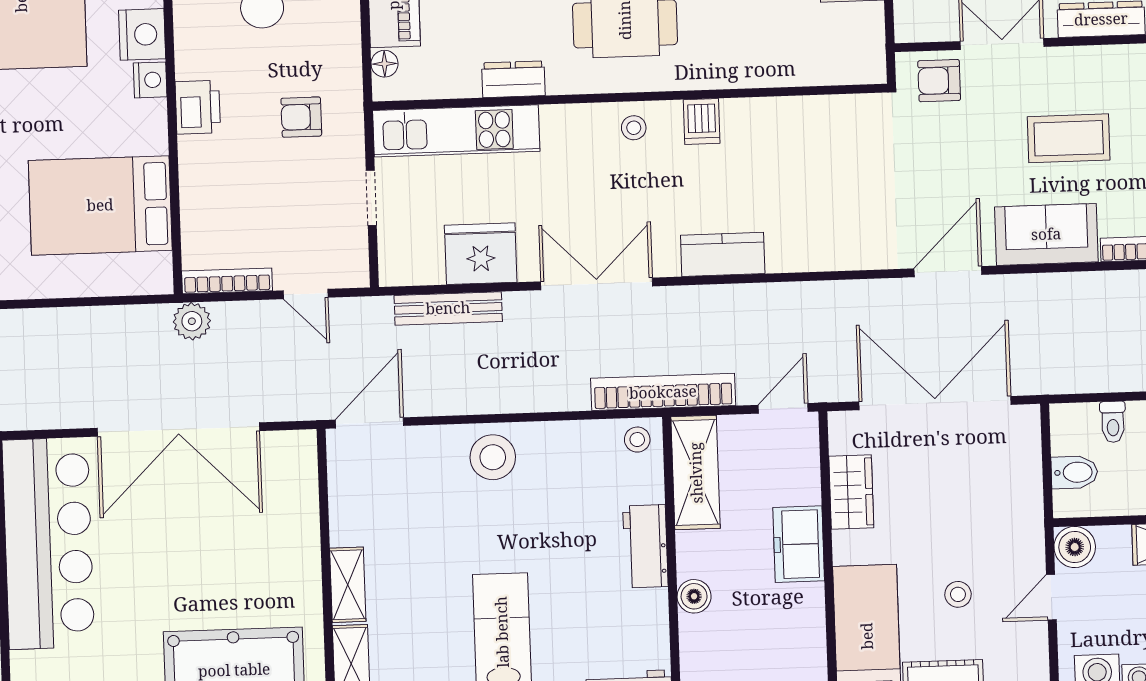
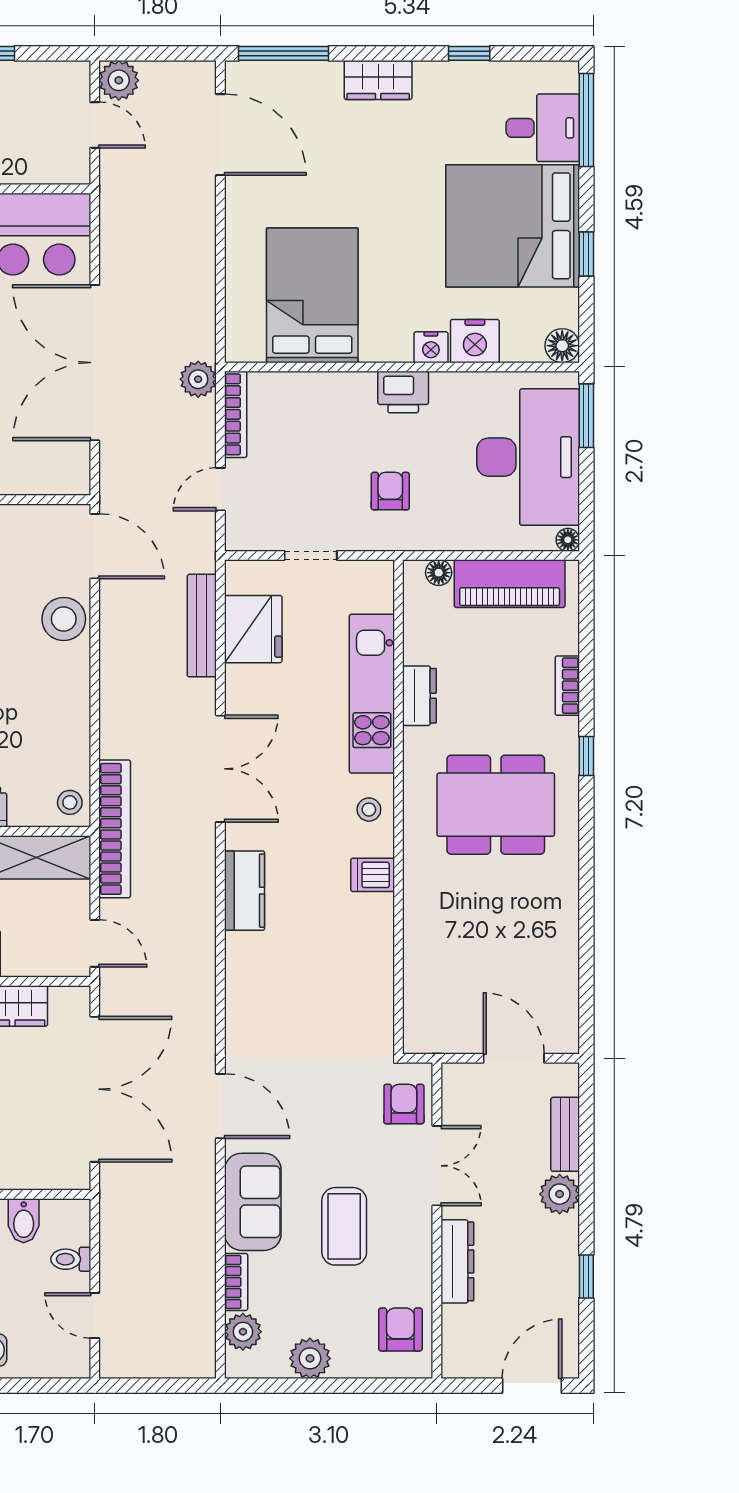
kitchen unit: (456, 131) -> (372, 694), moved
fridge: (481, 254) -> (253, 629), moved
stool: (493, 457) -> (64, 619), moved

